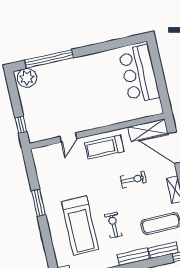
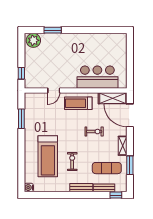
window: (49, 59) -> (53, 30), width x0.47
bar counter: (139, 74) -> (97, 77), moved, turned 90
window: (39, 203) -> (21, 119), moved

